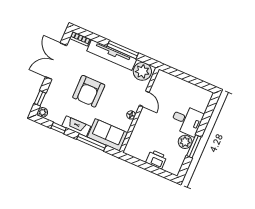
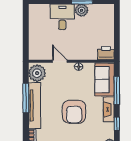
armchair: (89, 91) -> (74, 112), turned 90
door: (144, 99) -> (60, 61), hinge flipped
printer: (156, 159) -> (106, 53), moved, turned 90

